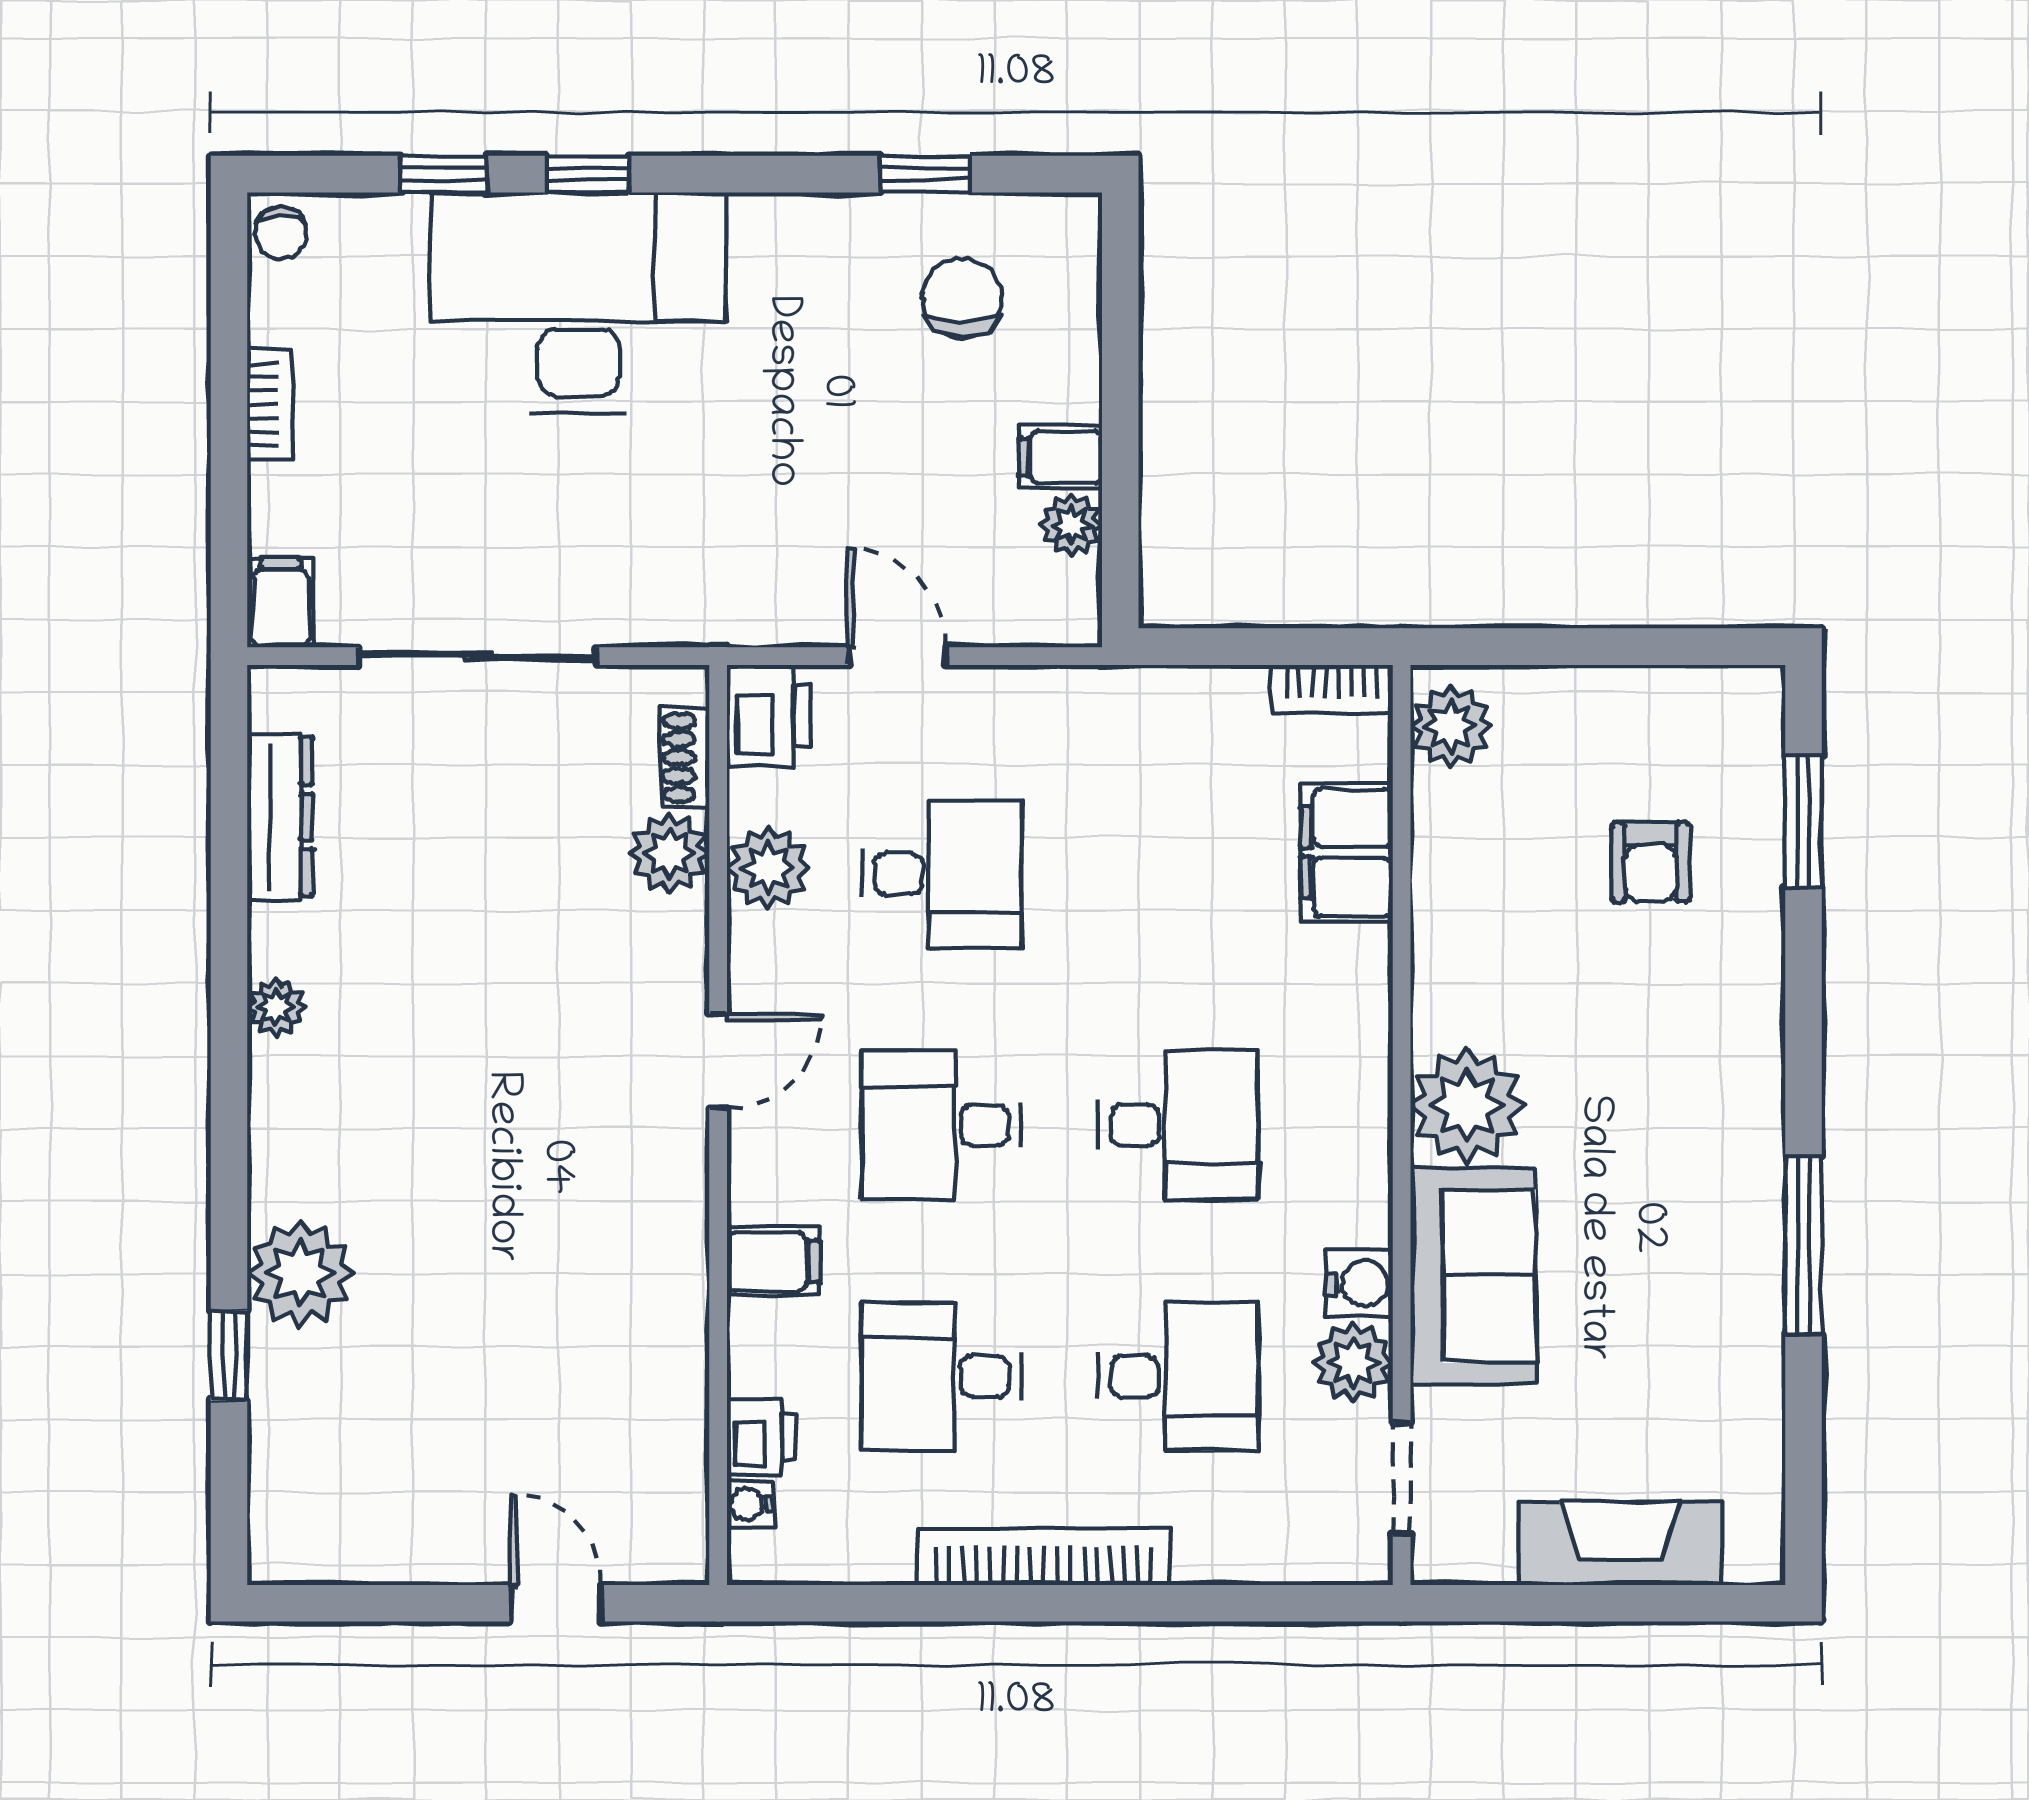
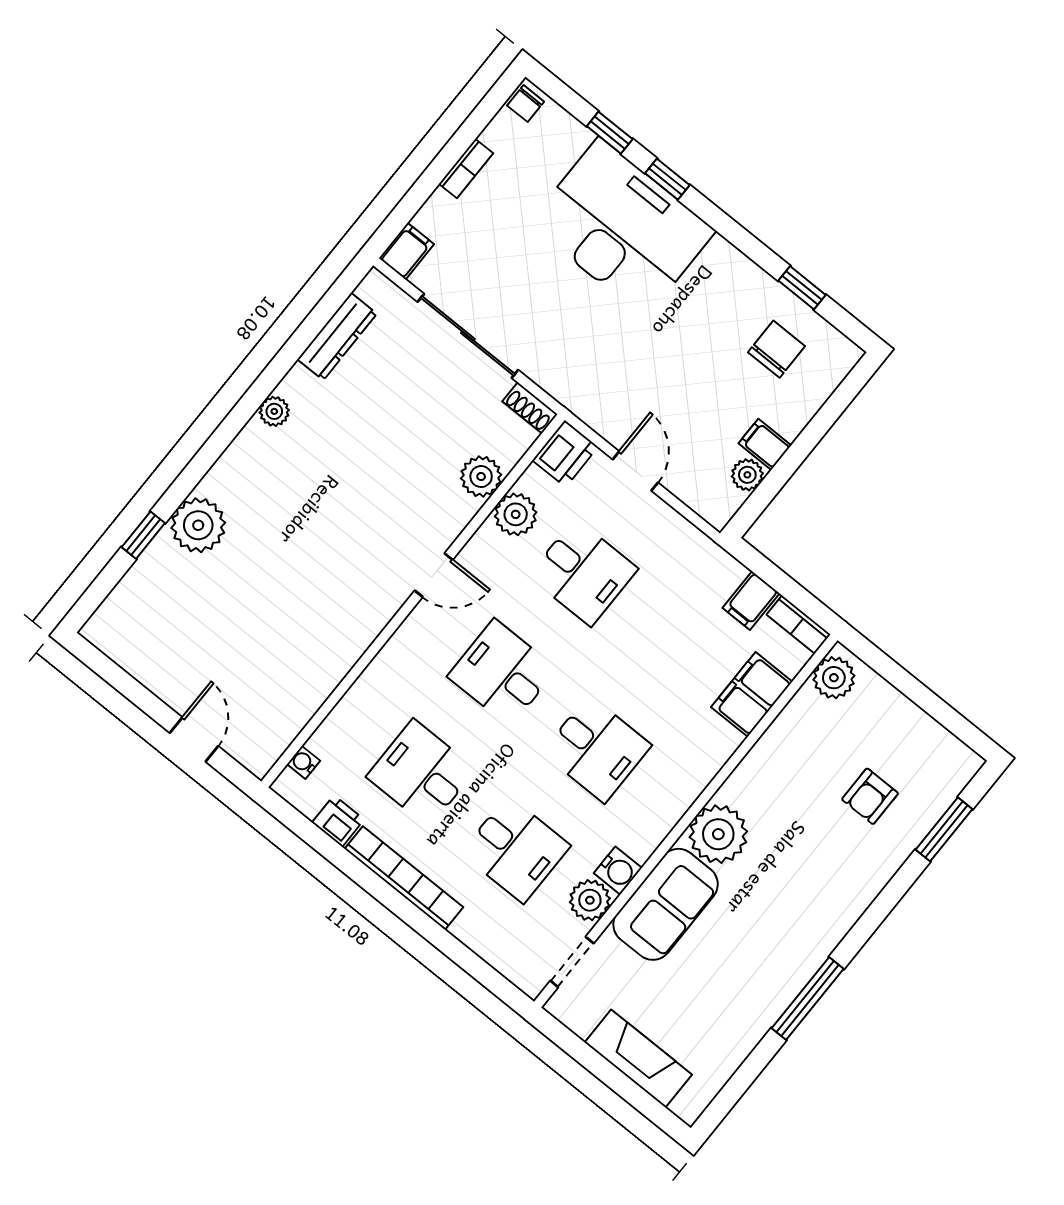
shoe rack: (685, 758) -> (530, 408), moved, turned -90
filing cabinet: (773, 1262) -> (751, 601), moved, turned 90
printer: (761, 1437) -> (338, 821), moved, turned -90

